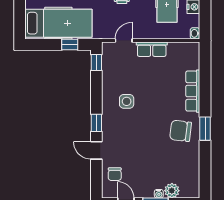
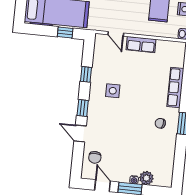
door: (124, 41) -> (116, 34), swing flipped
window: (96, 62) -> (86, 74), moved
chair: (181, 131) -> (160, 123), width x0.54, depth x0.54

